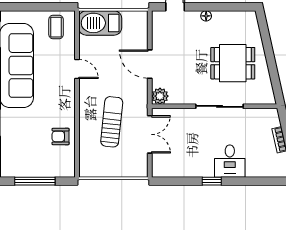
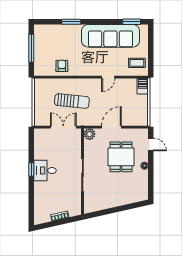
barbecue: (100, 23) -> (143, 86), width x0.53, depth x0.65
dining table: (233, 63) -> (121, 157), moved
double door: (150, 134) -> (63, 127), swing flipped
desk: (230, 161) -> (45, 171), moved

